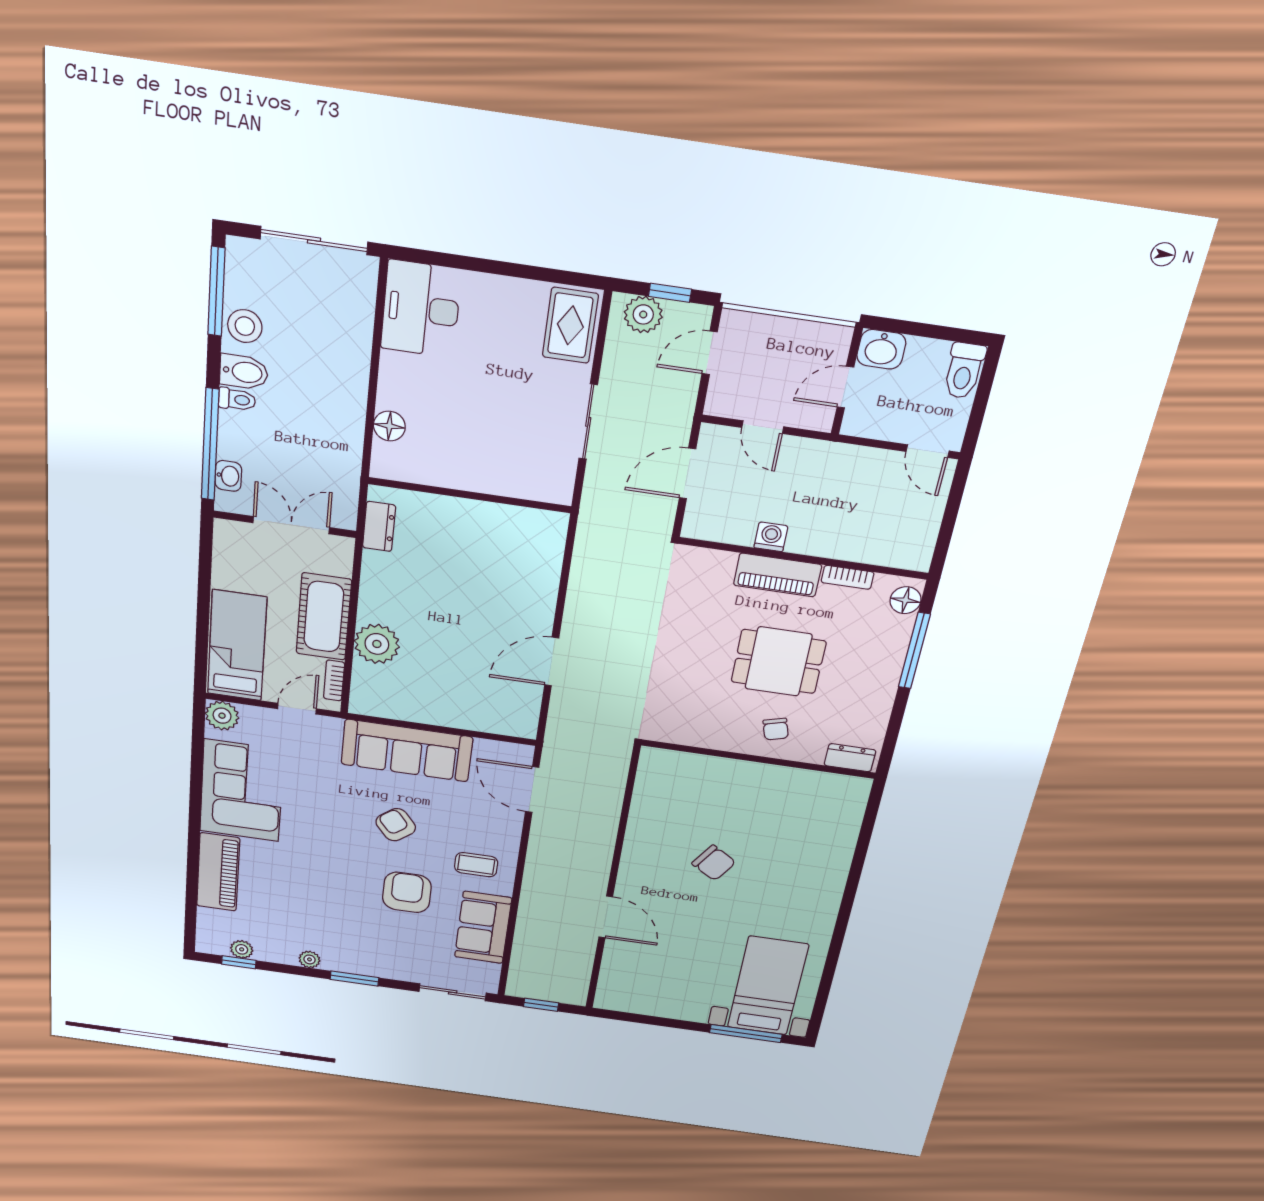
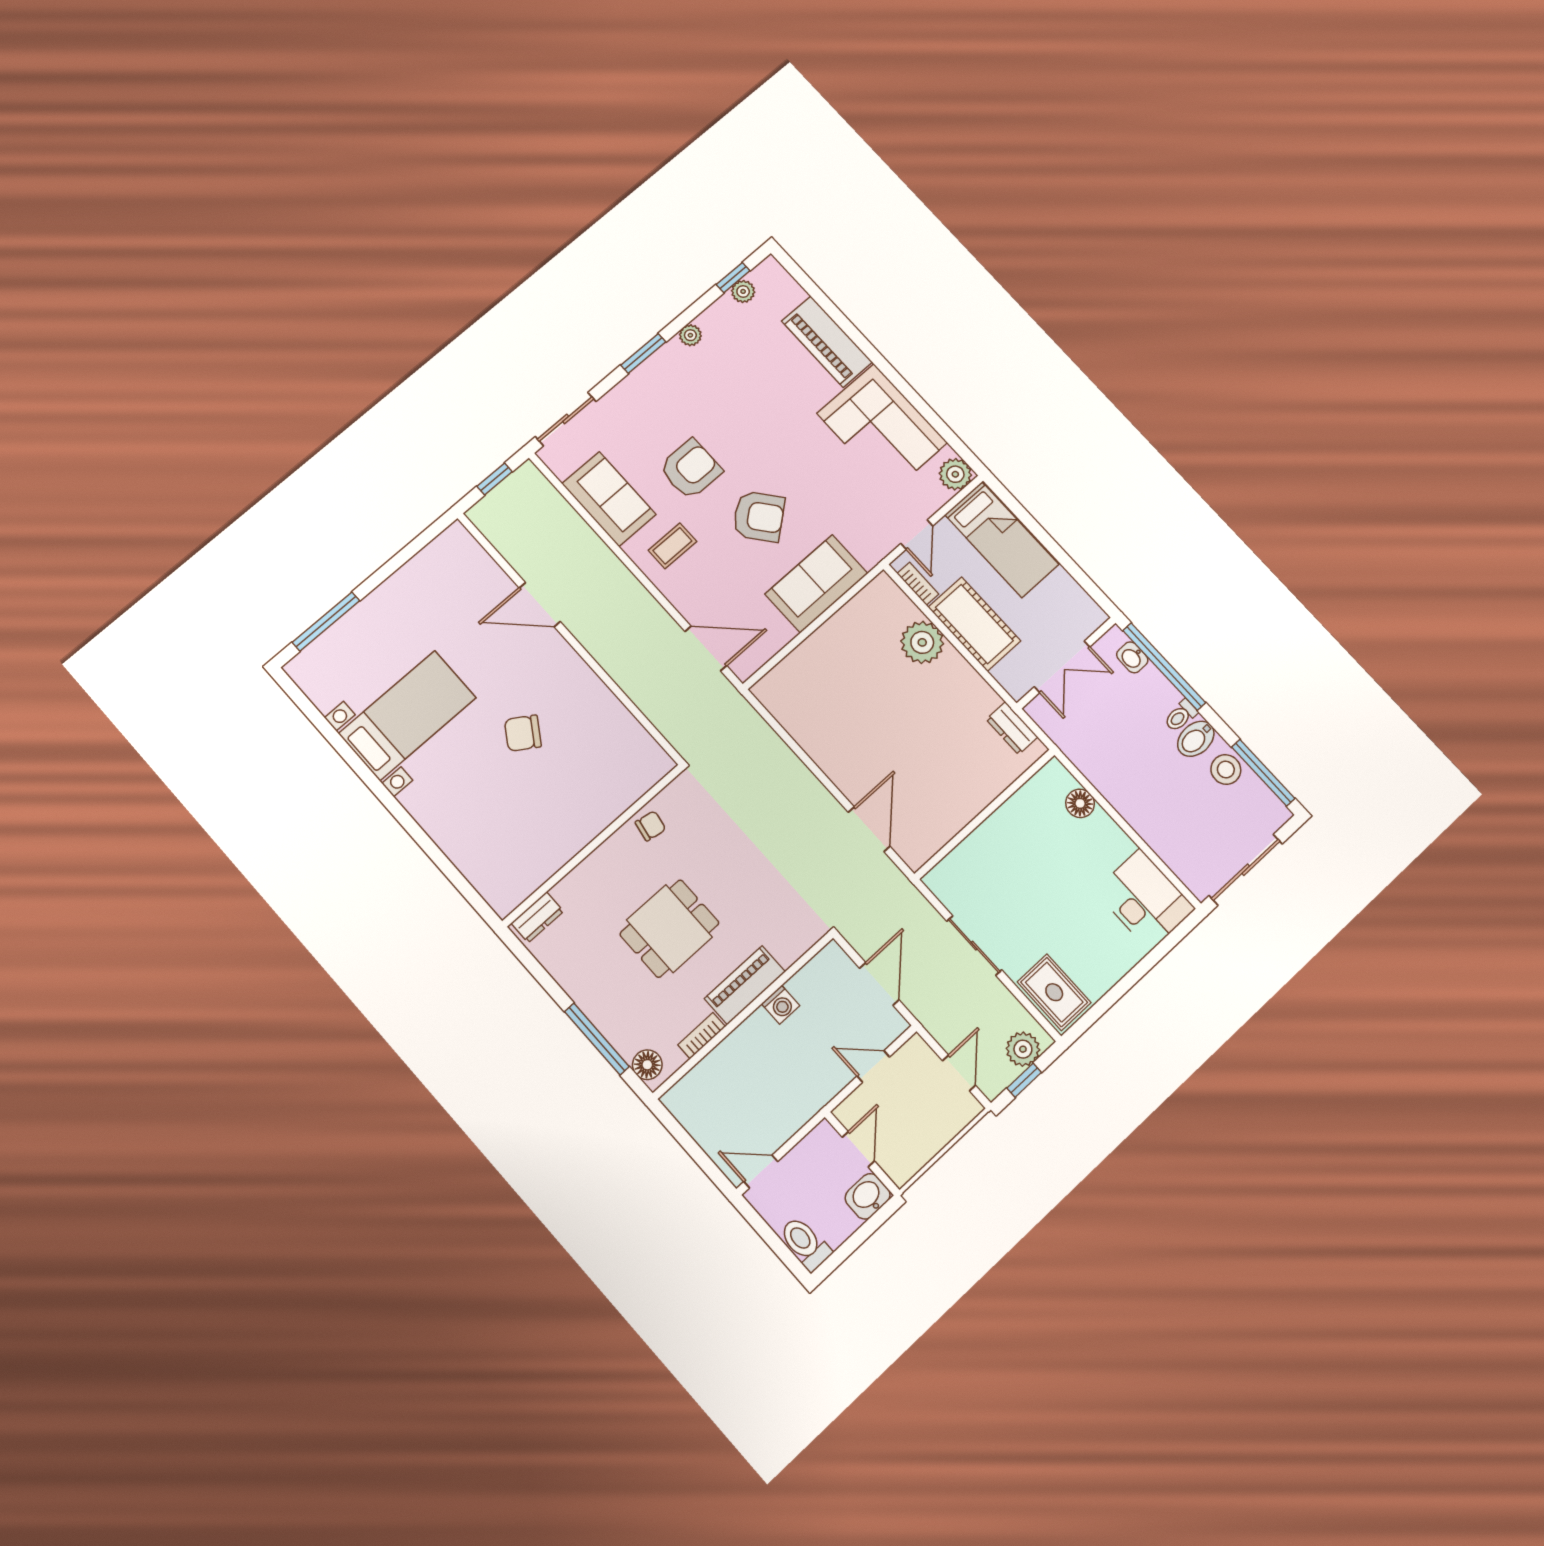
door: (552, 662) -> (869, 829), moved
chair: (776, 729) -> (651, 826), moved, turned 116
sofa: (407, 751) -> (816, 584), width x0.73
armchair: (396, 825) -> (759, 516), width x1.38, depth x1.38
armchair: (407, 892) -> (691, 469), turned -90
bed with nightstands: (768, 986) -> (407, 715), moved, turned -90

